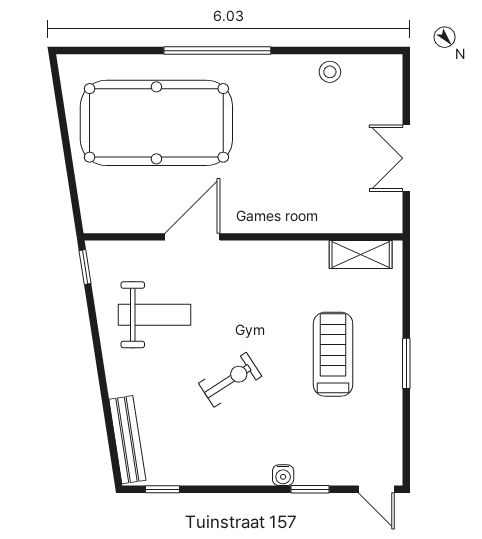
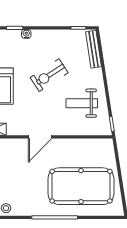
door: (192, 237) -> (40, 137), moved
exercise bike: (230, 380) -> (49, 75), width x1.38, depth x1.39

